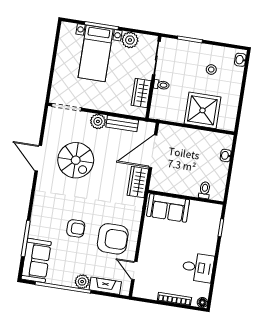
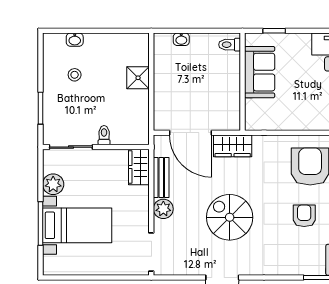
washbasin: (240, 60) -> (75, 40), moved
wardrobe: (141, 93) -> (139, 167), moved, turned 90
shower: (202, 110) -> (138, 78), width x0.54, depth x0.54
spiral stairs: (76, 160) -> (230, 217), moved, turned -90
toilet: (205, 190) -> (230, 45), moved
sofa: (168, 208) -> (260, 72), moved

